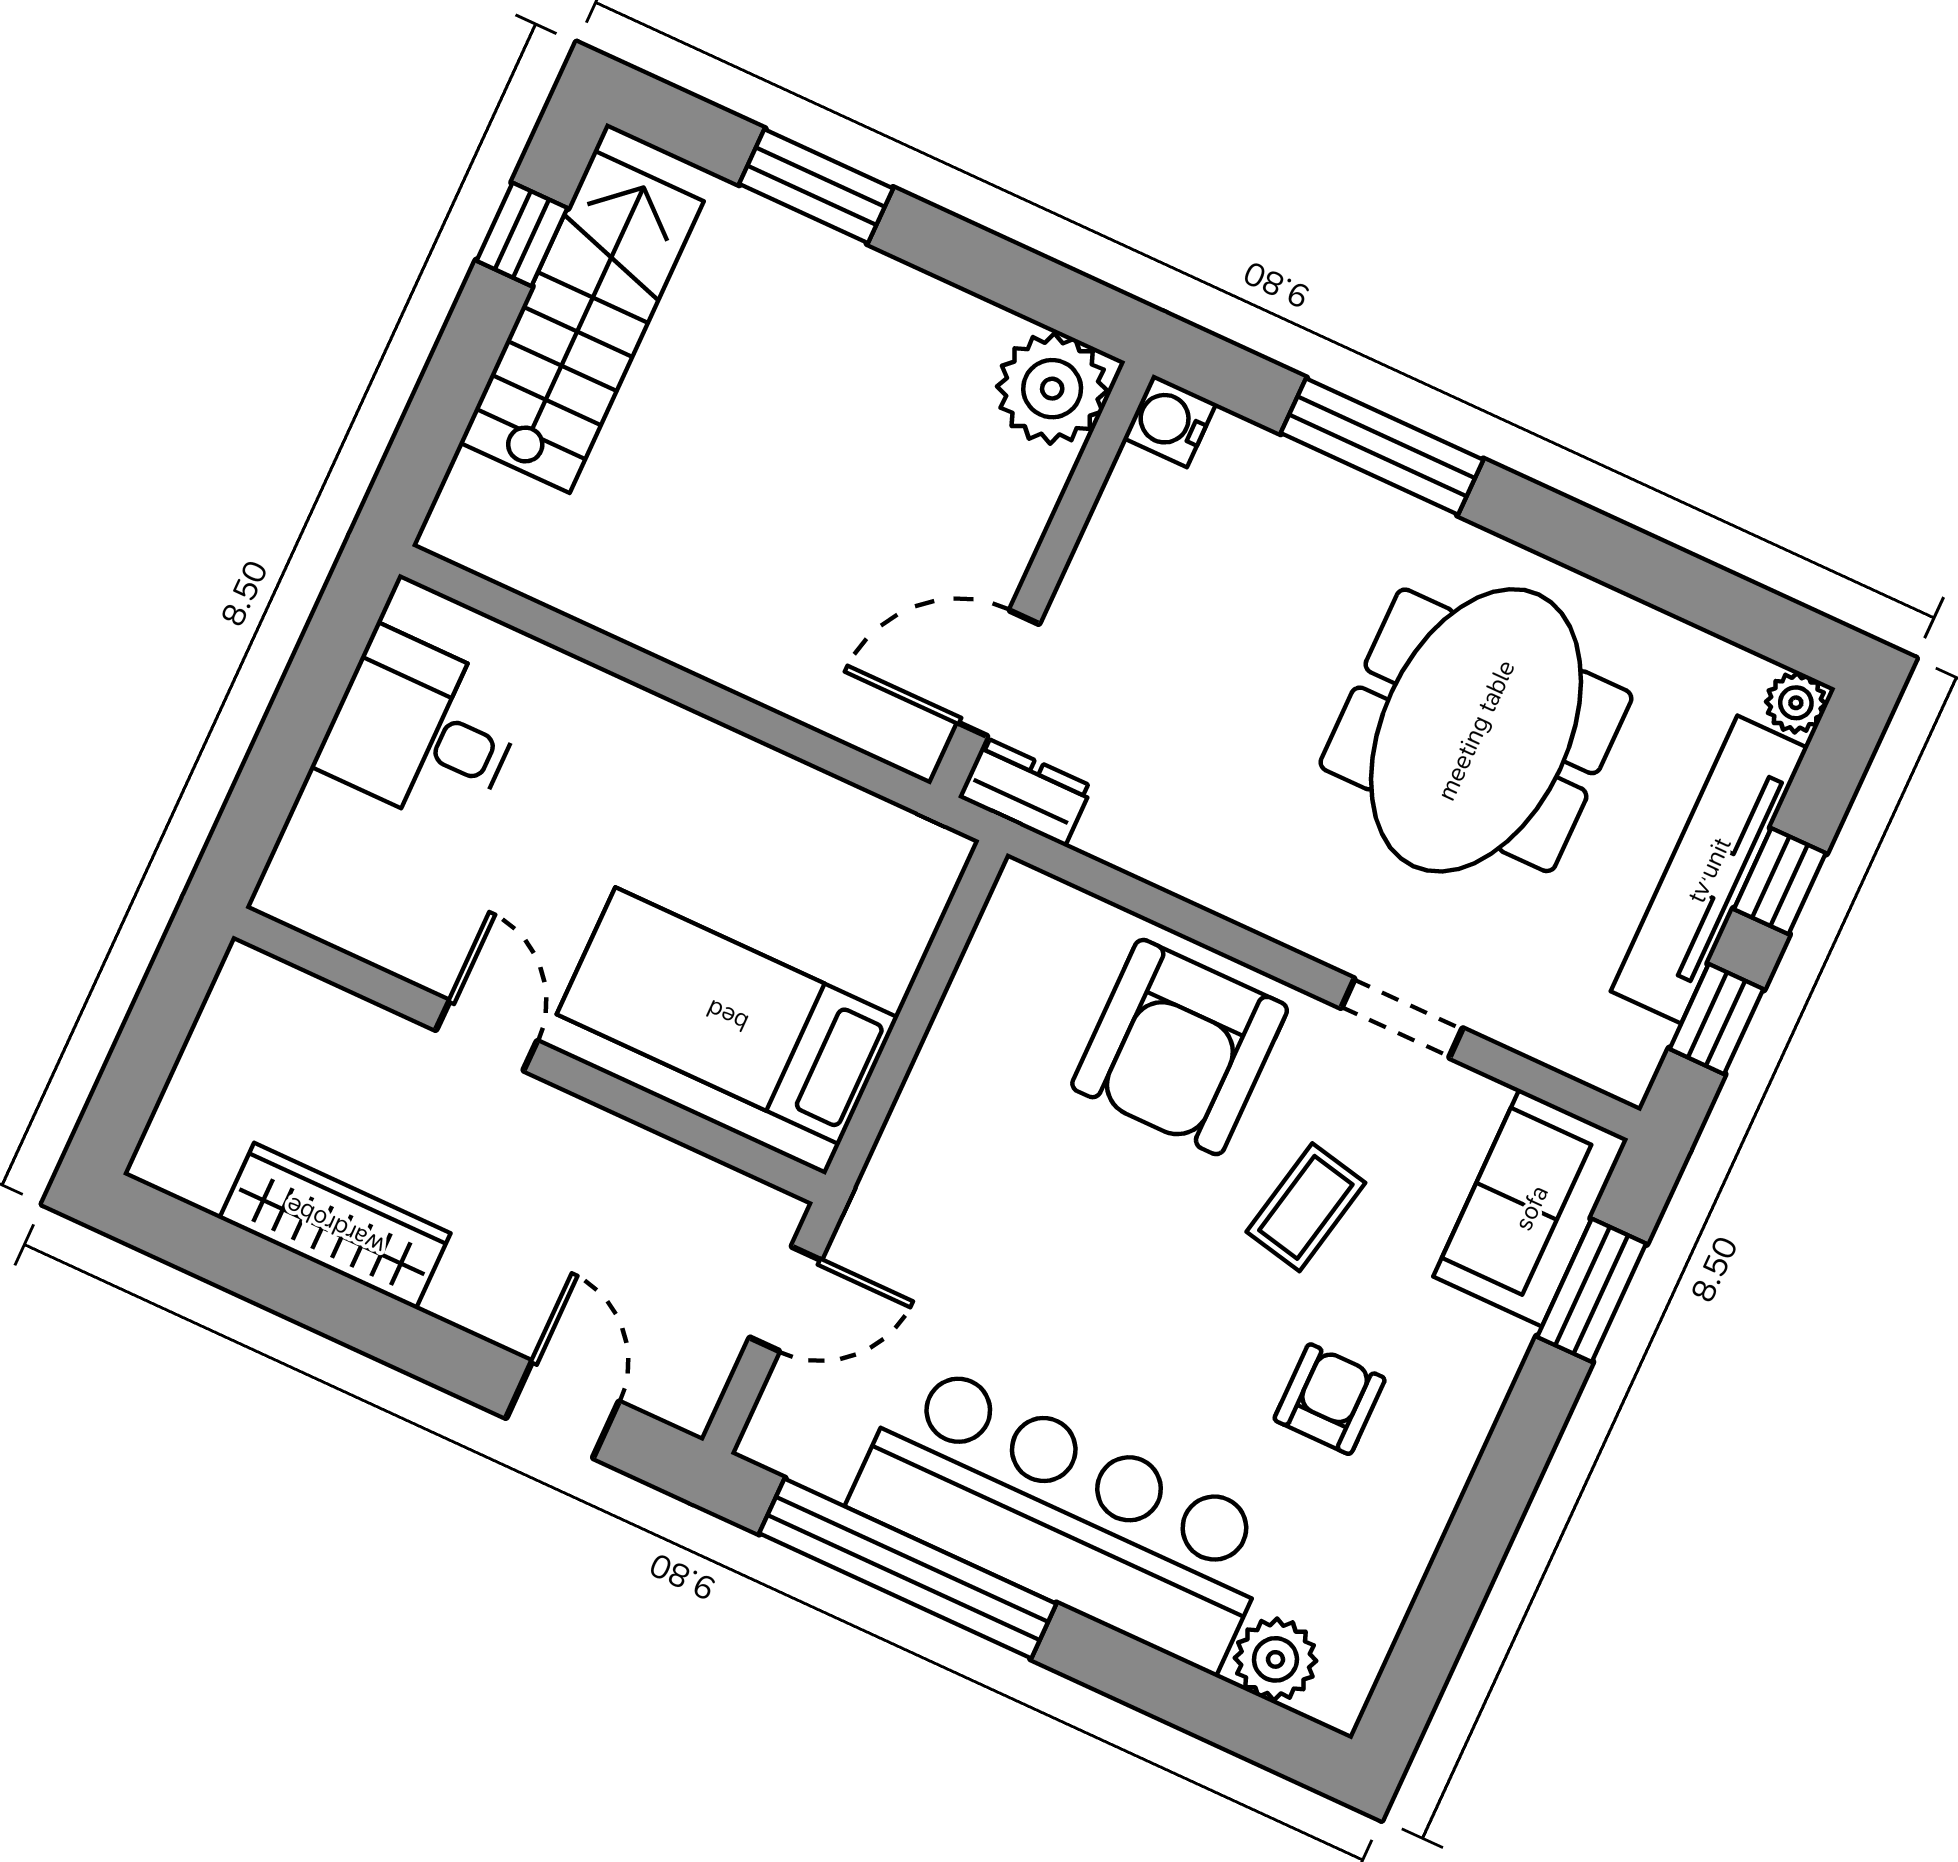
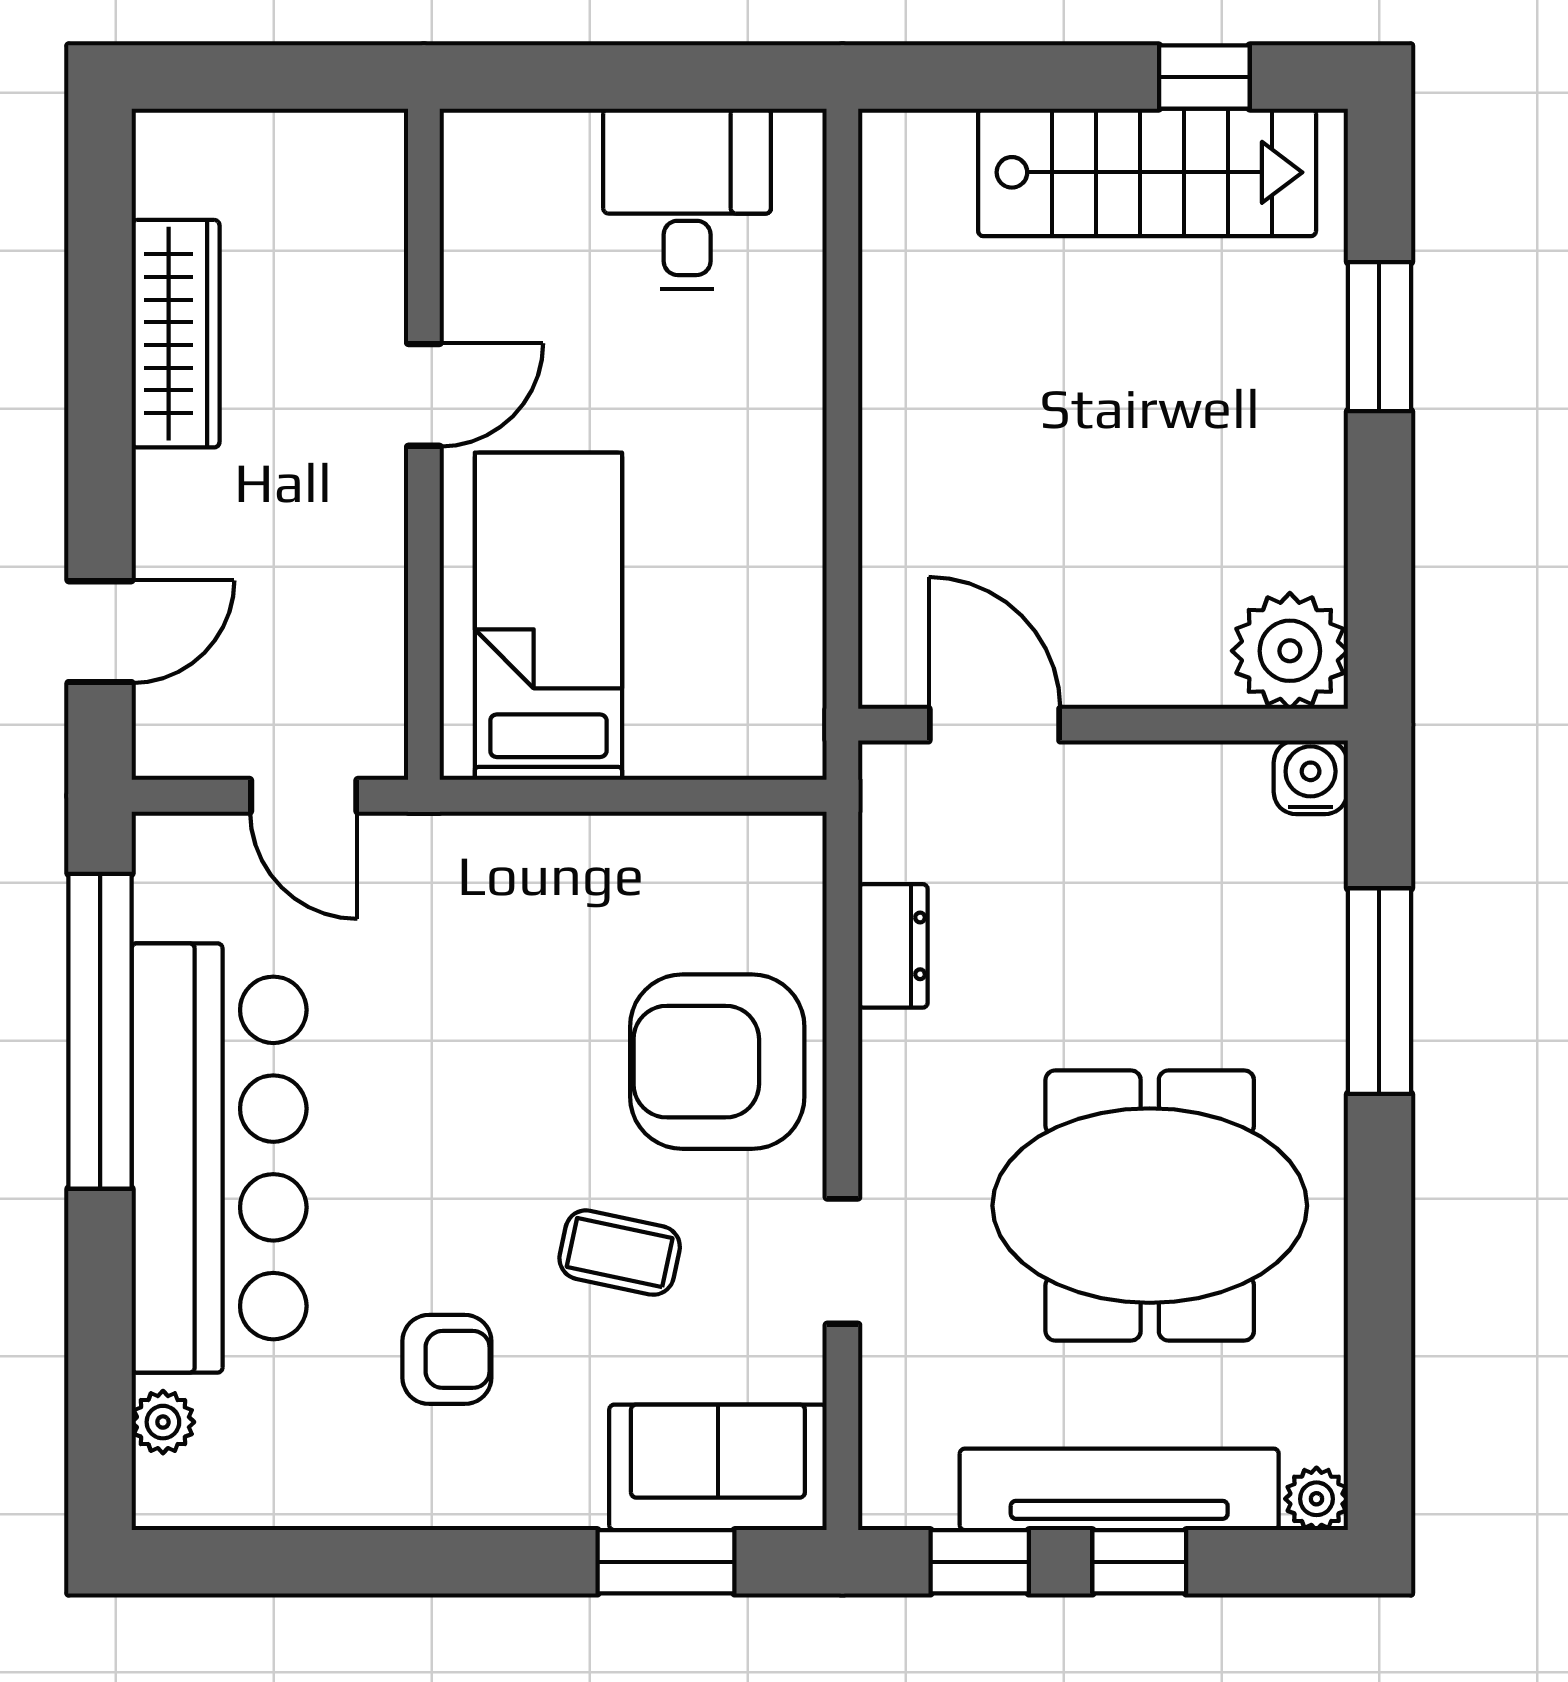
dresser: (1025, 792) -> (893, 946), moved
plant: (1275, 1659) -> (163, 1422), width x0.73, depth x0.73

